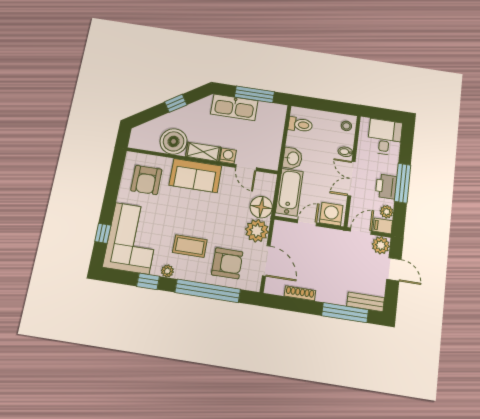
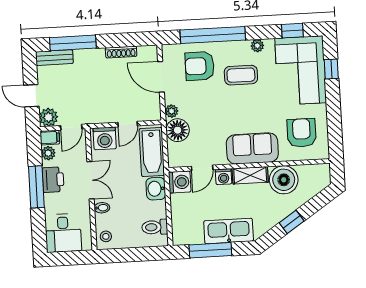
washing machine: (269, 160) -> (180, 182), added
door: (246, 168) -> (202, 168), swing flipped
plant: (257, 231) -> (172, 111), width x0.53, depth x0.53
window: (148, 281) -> (292, 31), moved

